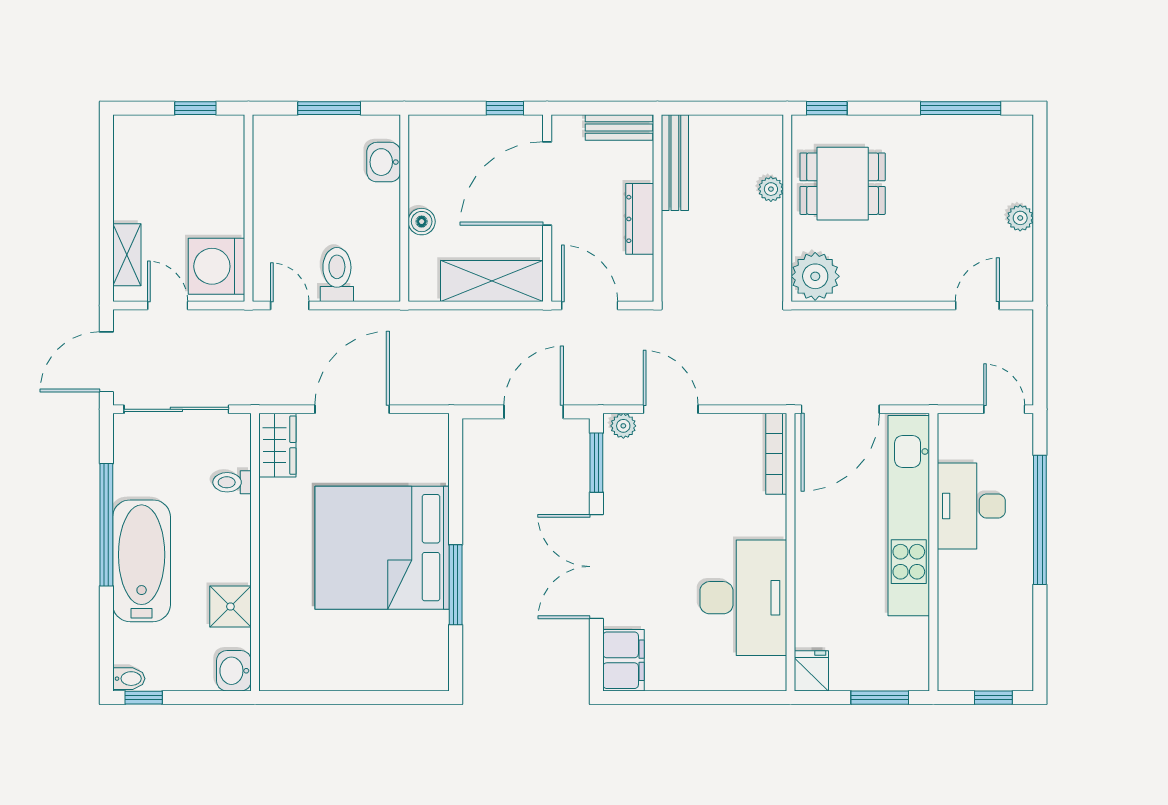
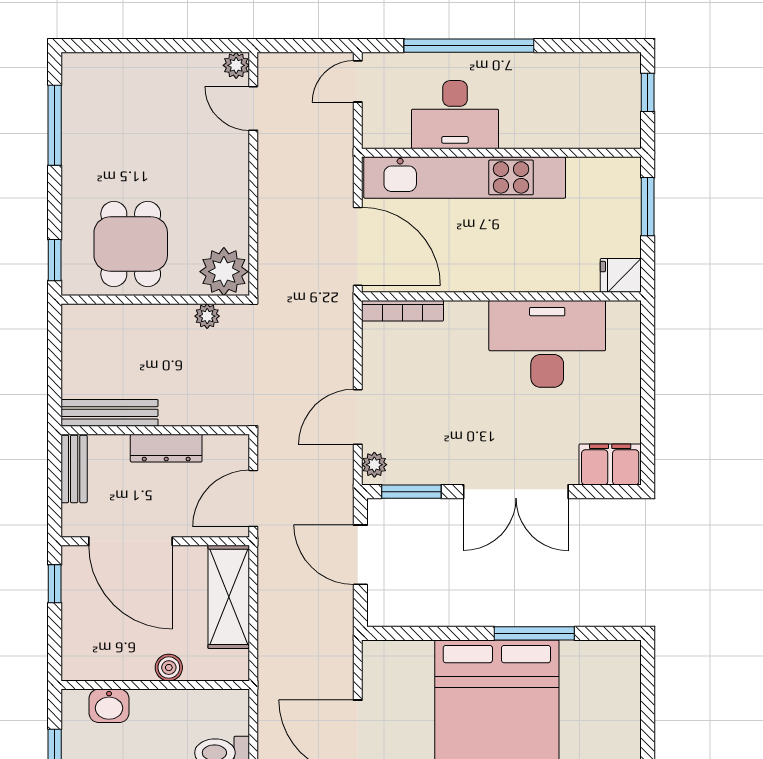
plant: (771, 189) -> (207, 316), moved
plant: (1020, 218) -> (236, 65), moved

